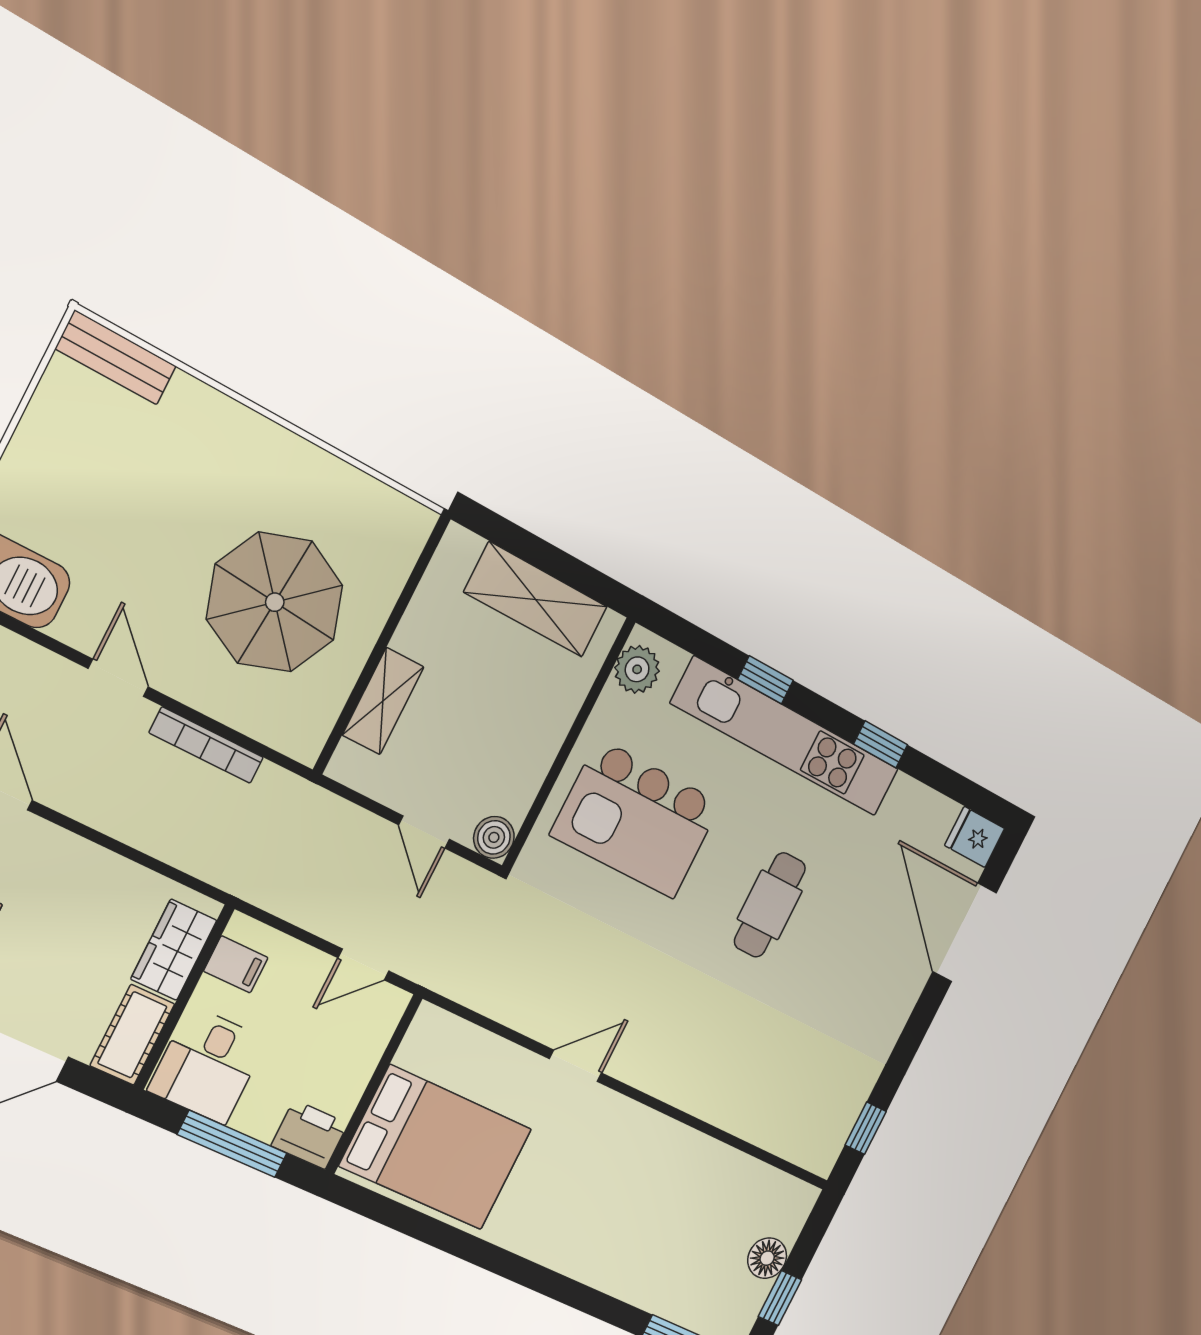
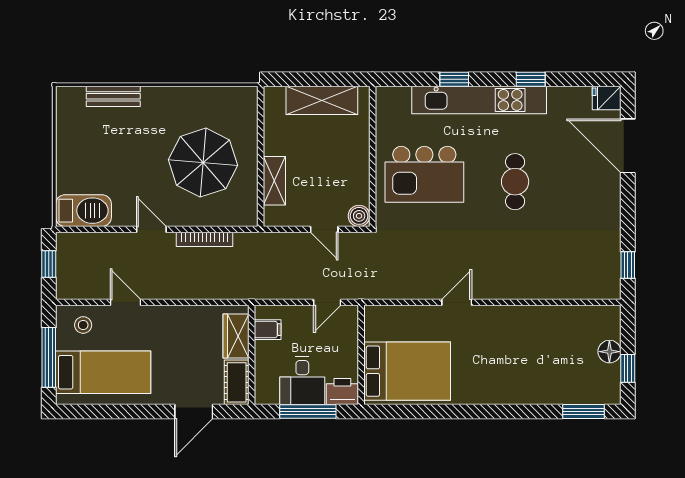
bench: (116, 358) -> (113, 96), moved
plant: (637, 669) -> (388, 107), removed
desk: (208, 1065) -> (302, 381), moved

